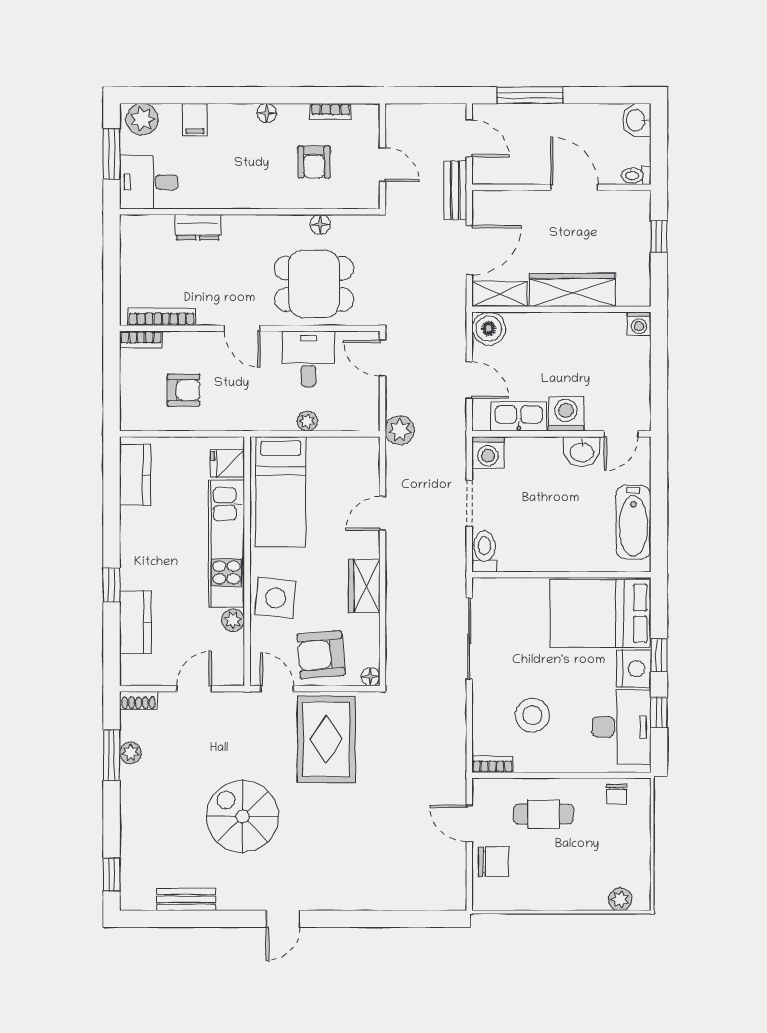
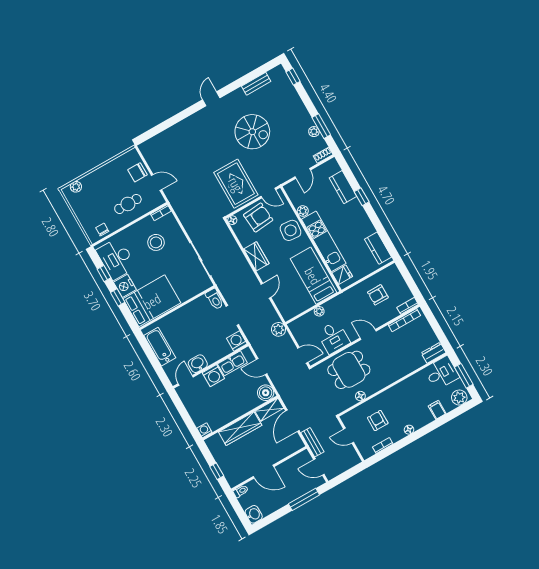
dresser: (198, 227) -> (434, 353), moved

